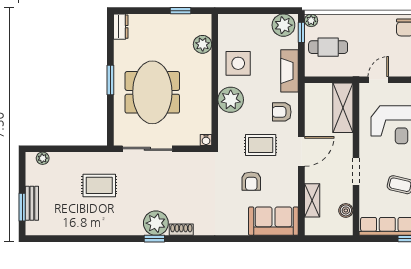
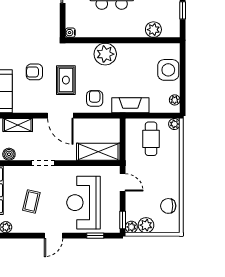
plant: (283, 25) -> (175, 100), width x0.53, depth x0.53
window: (301, 32) -> (164, 116), removed
side table: (238, 63) -> (168, 70), moved

